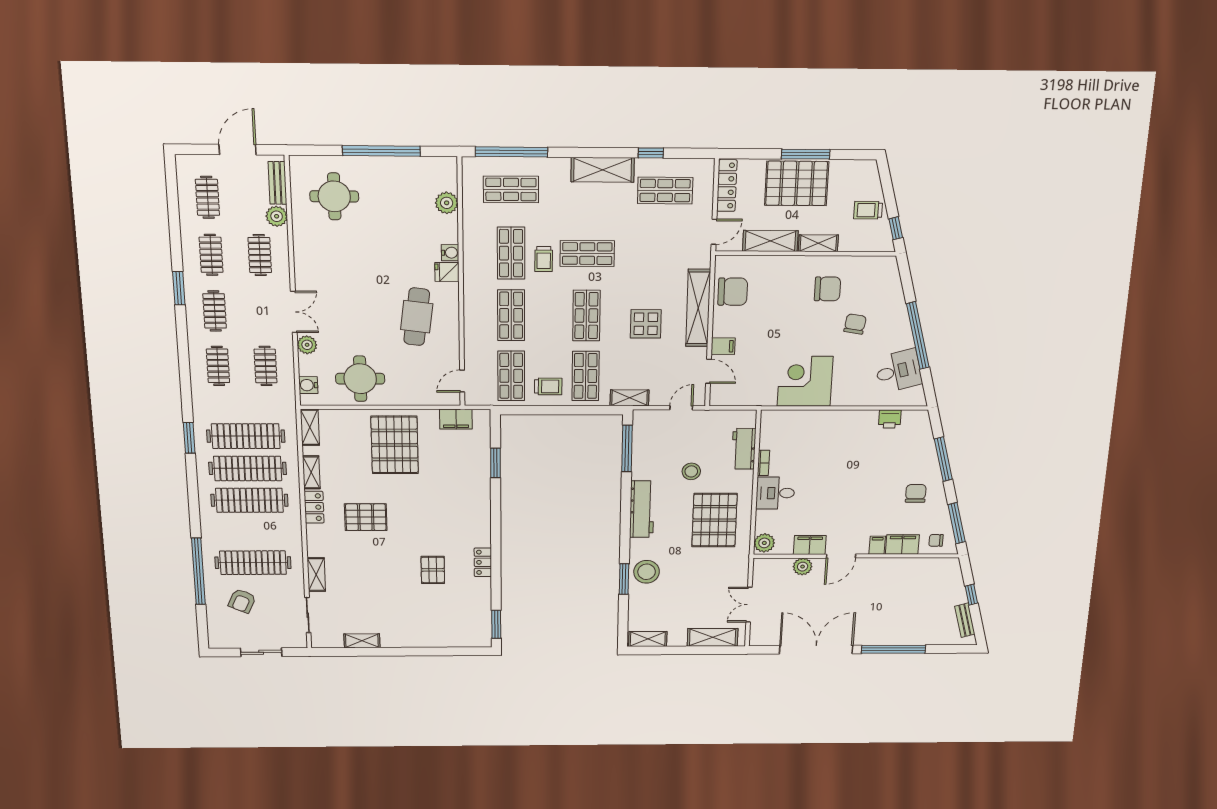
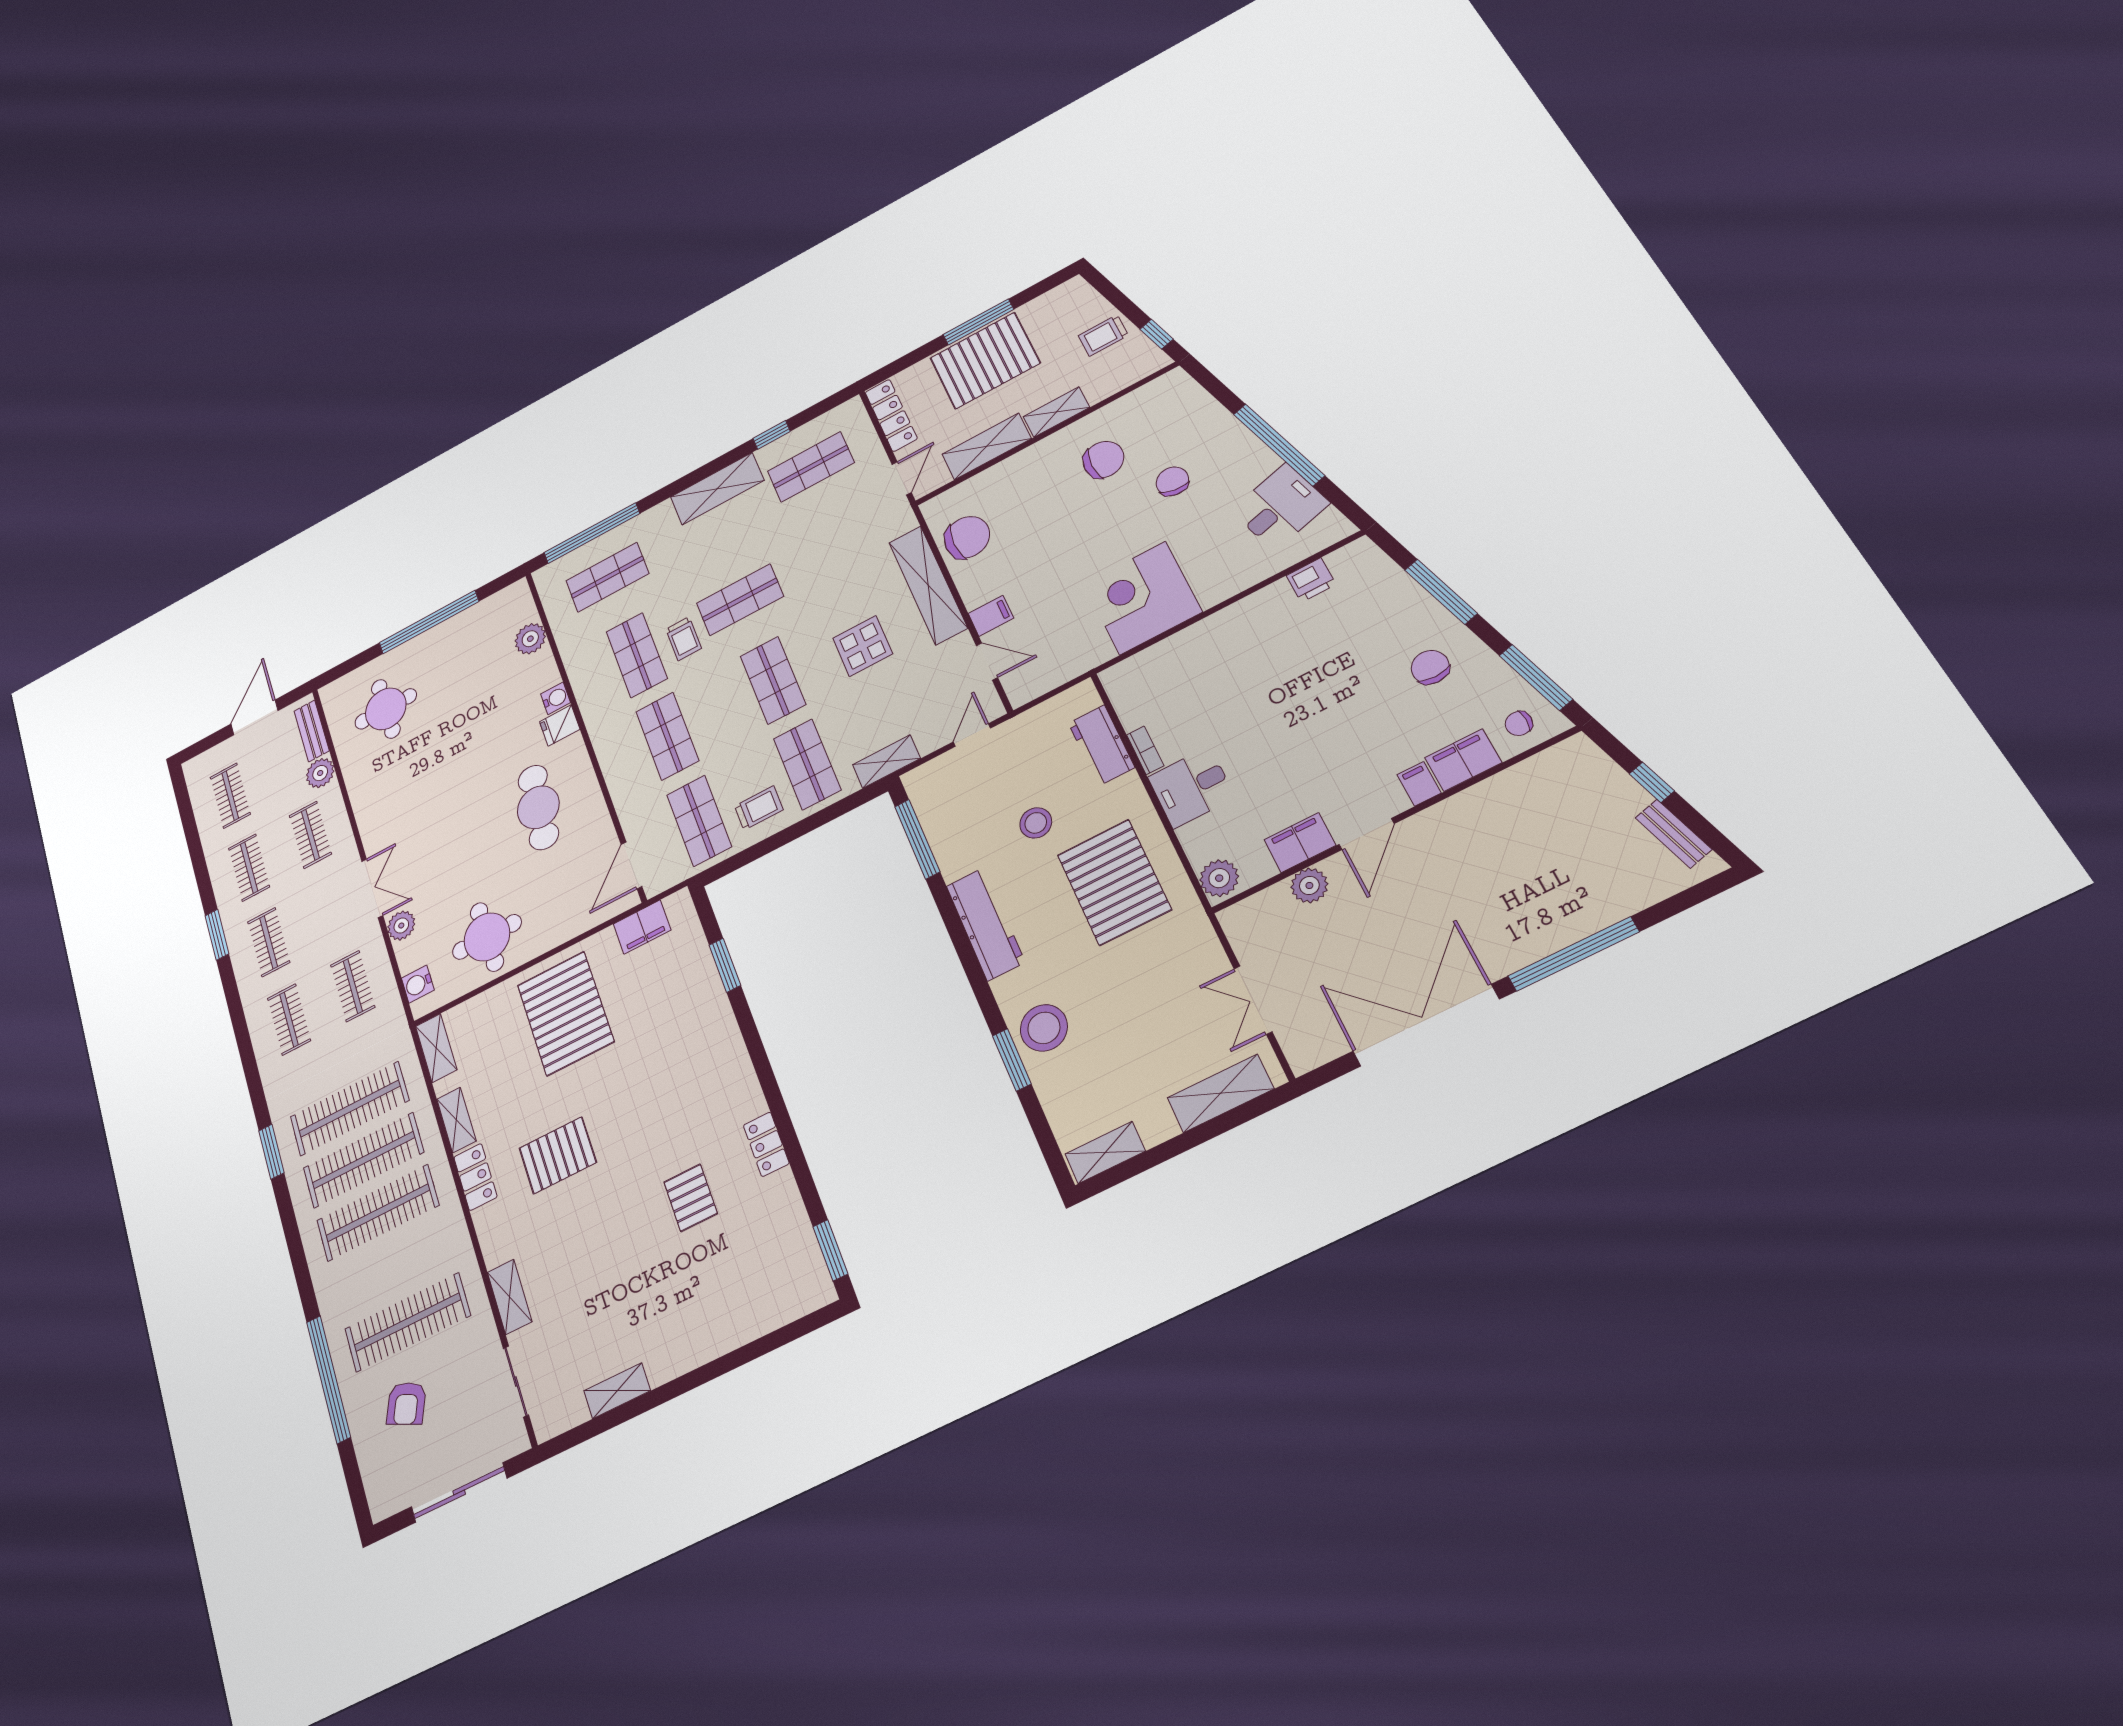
door: (462, 381) -> (632, 865), width x1.37
sliding door: (261, 652) -> (459, 1493), width x1.37

